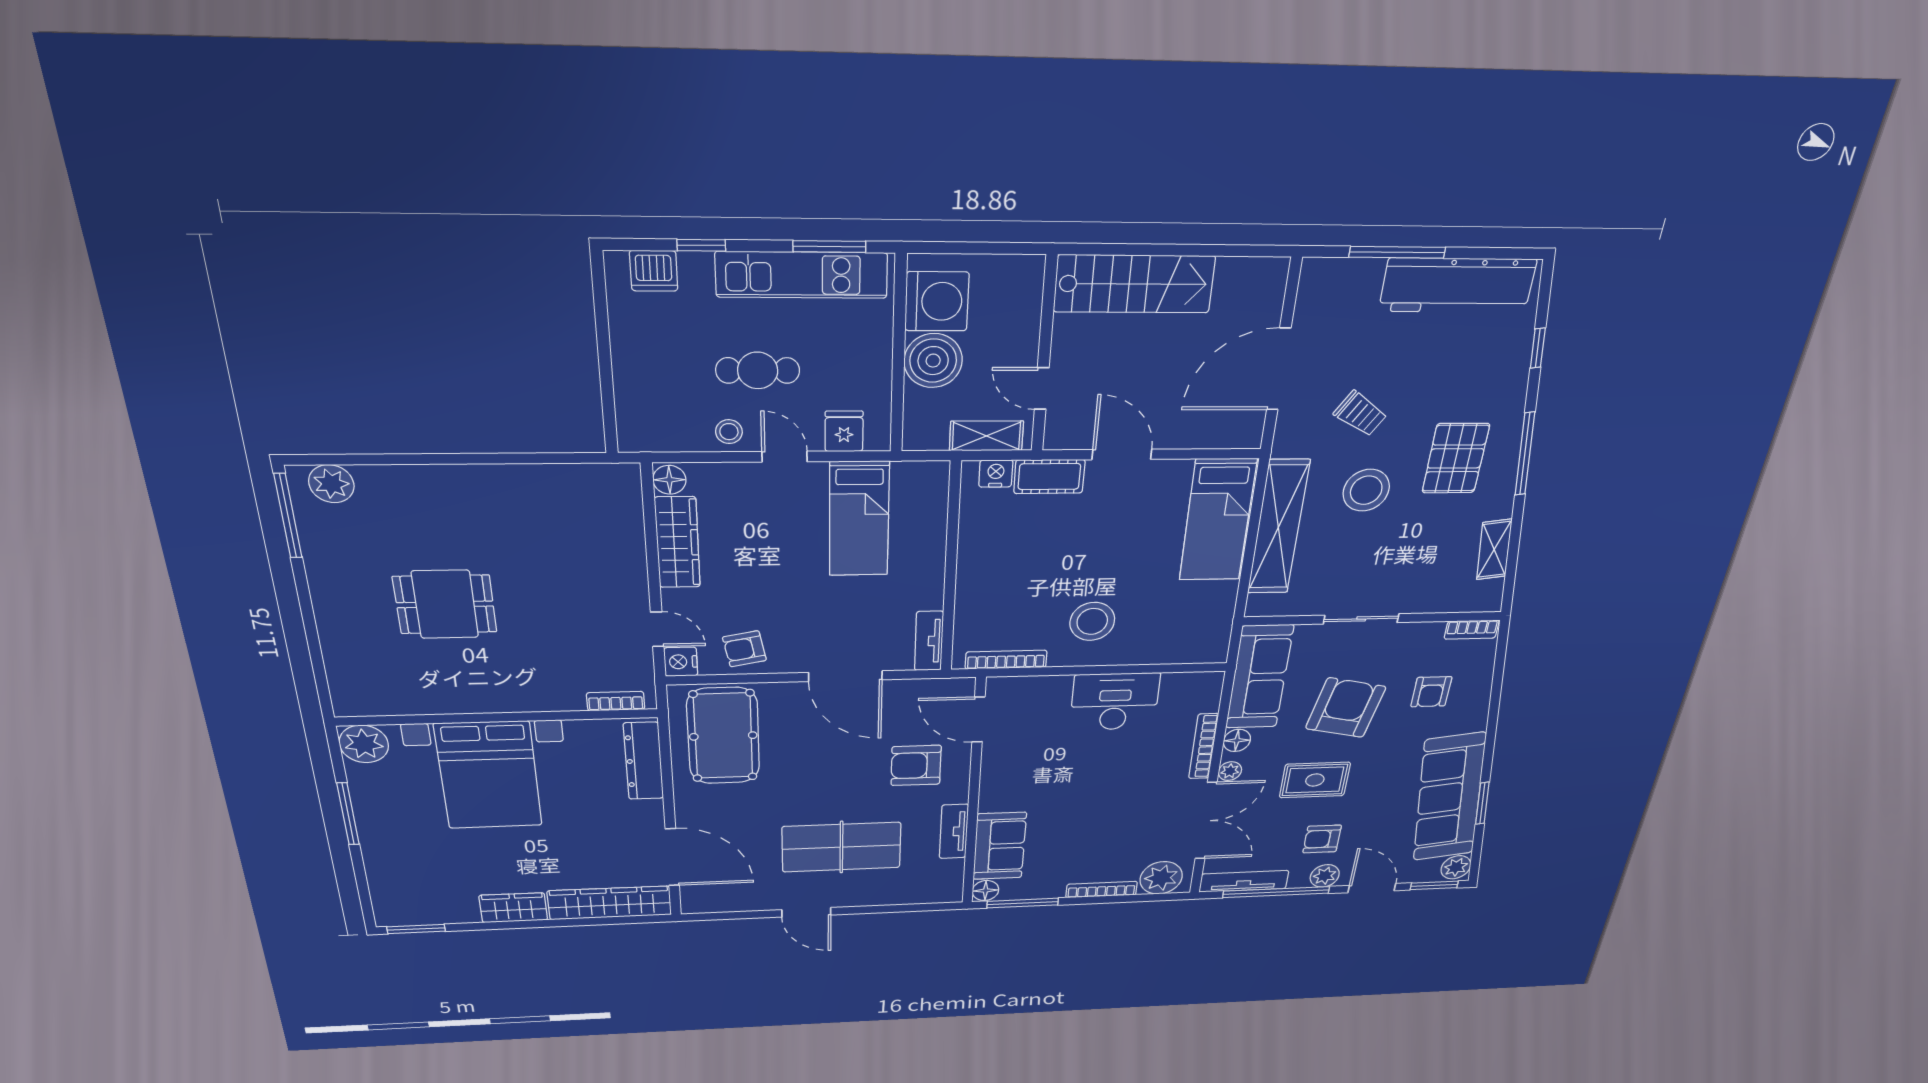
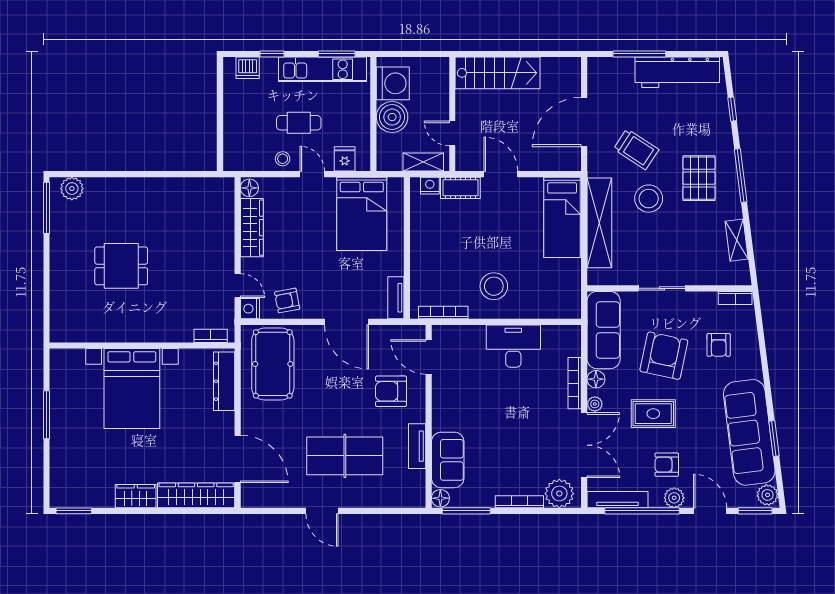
trolley: (1360, 414) -> (636, 149), width x1.36, depth x1.39
bed: (859, 519) -> (362, 214), width x1.50
plant: (364, 744) -> (63, 362), removed

